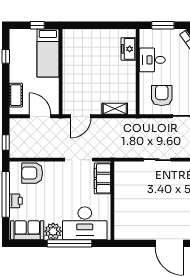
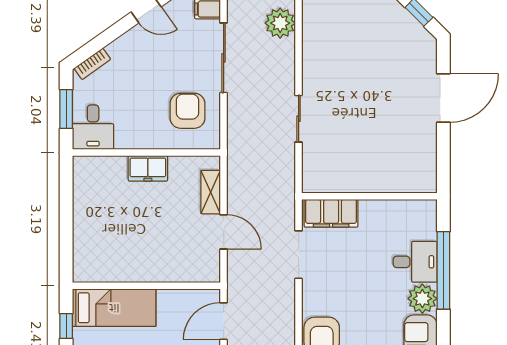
freezer: (128, 49) -> (148, 168), moved
desk: (152, 60) -> (93, 127), moved
armchair: (162, 95) -> (187, 111), turned 90
door: (81, 116) -> (224, 232), moved
desk: (85, 223) -> (415, 262), width x0.53, depth x0.77

